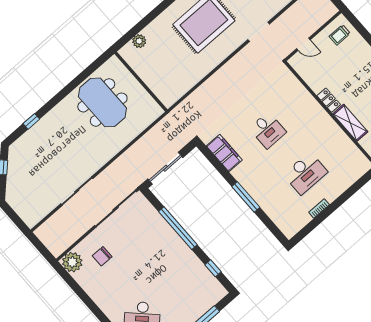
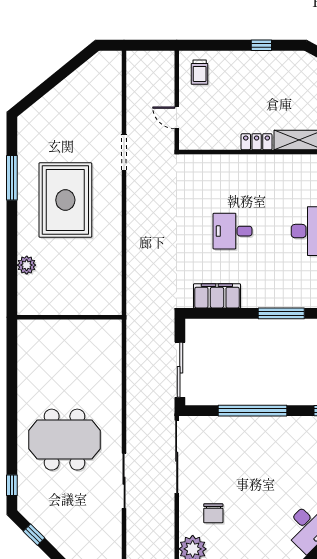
plant: (139, 41) -> (27, 265), moved
door: (303, 44) -> (177, 118), swing flipped
meeting table: (102, 102) -> (64, 440), moved
window: (31, 121) -> (12, 485), moved
desk: (268, 130) -> (233, 231), turned 180

